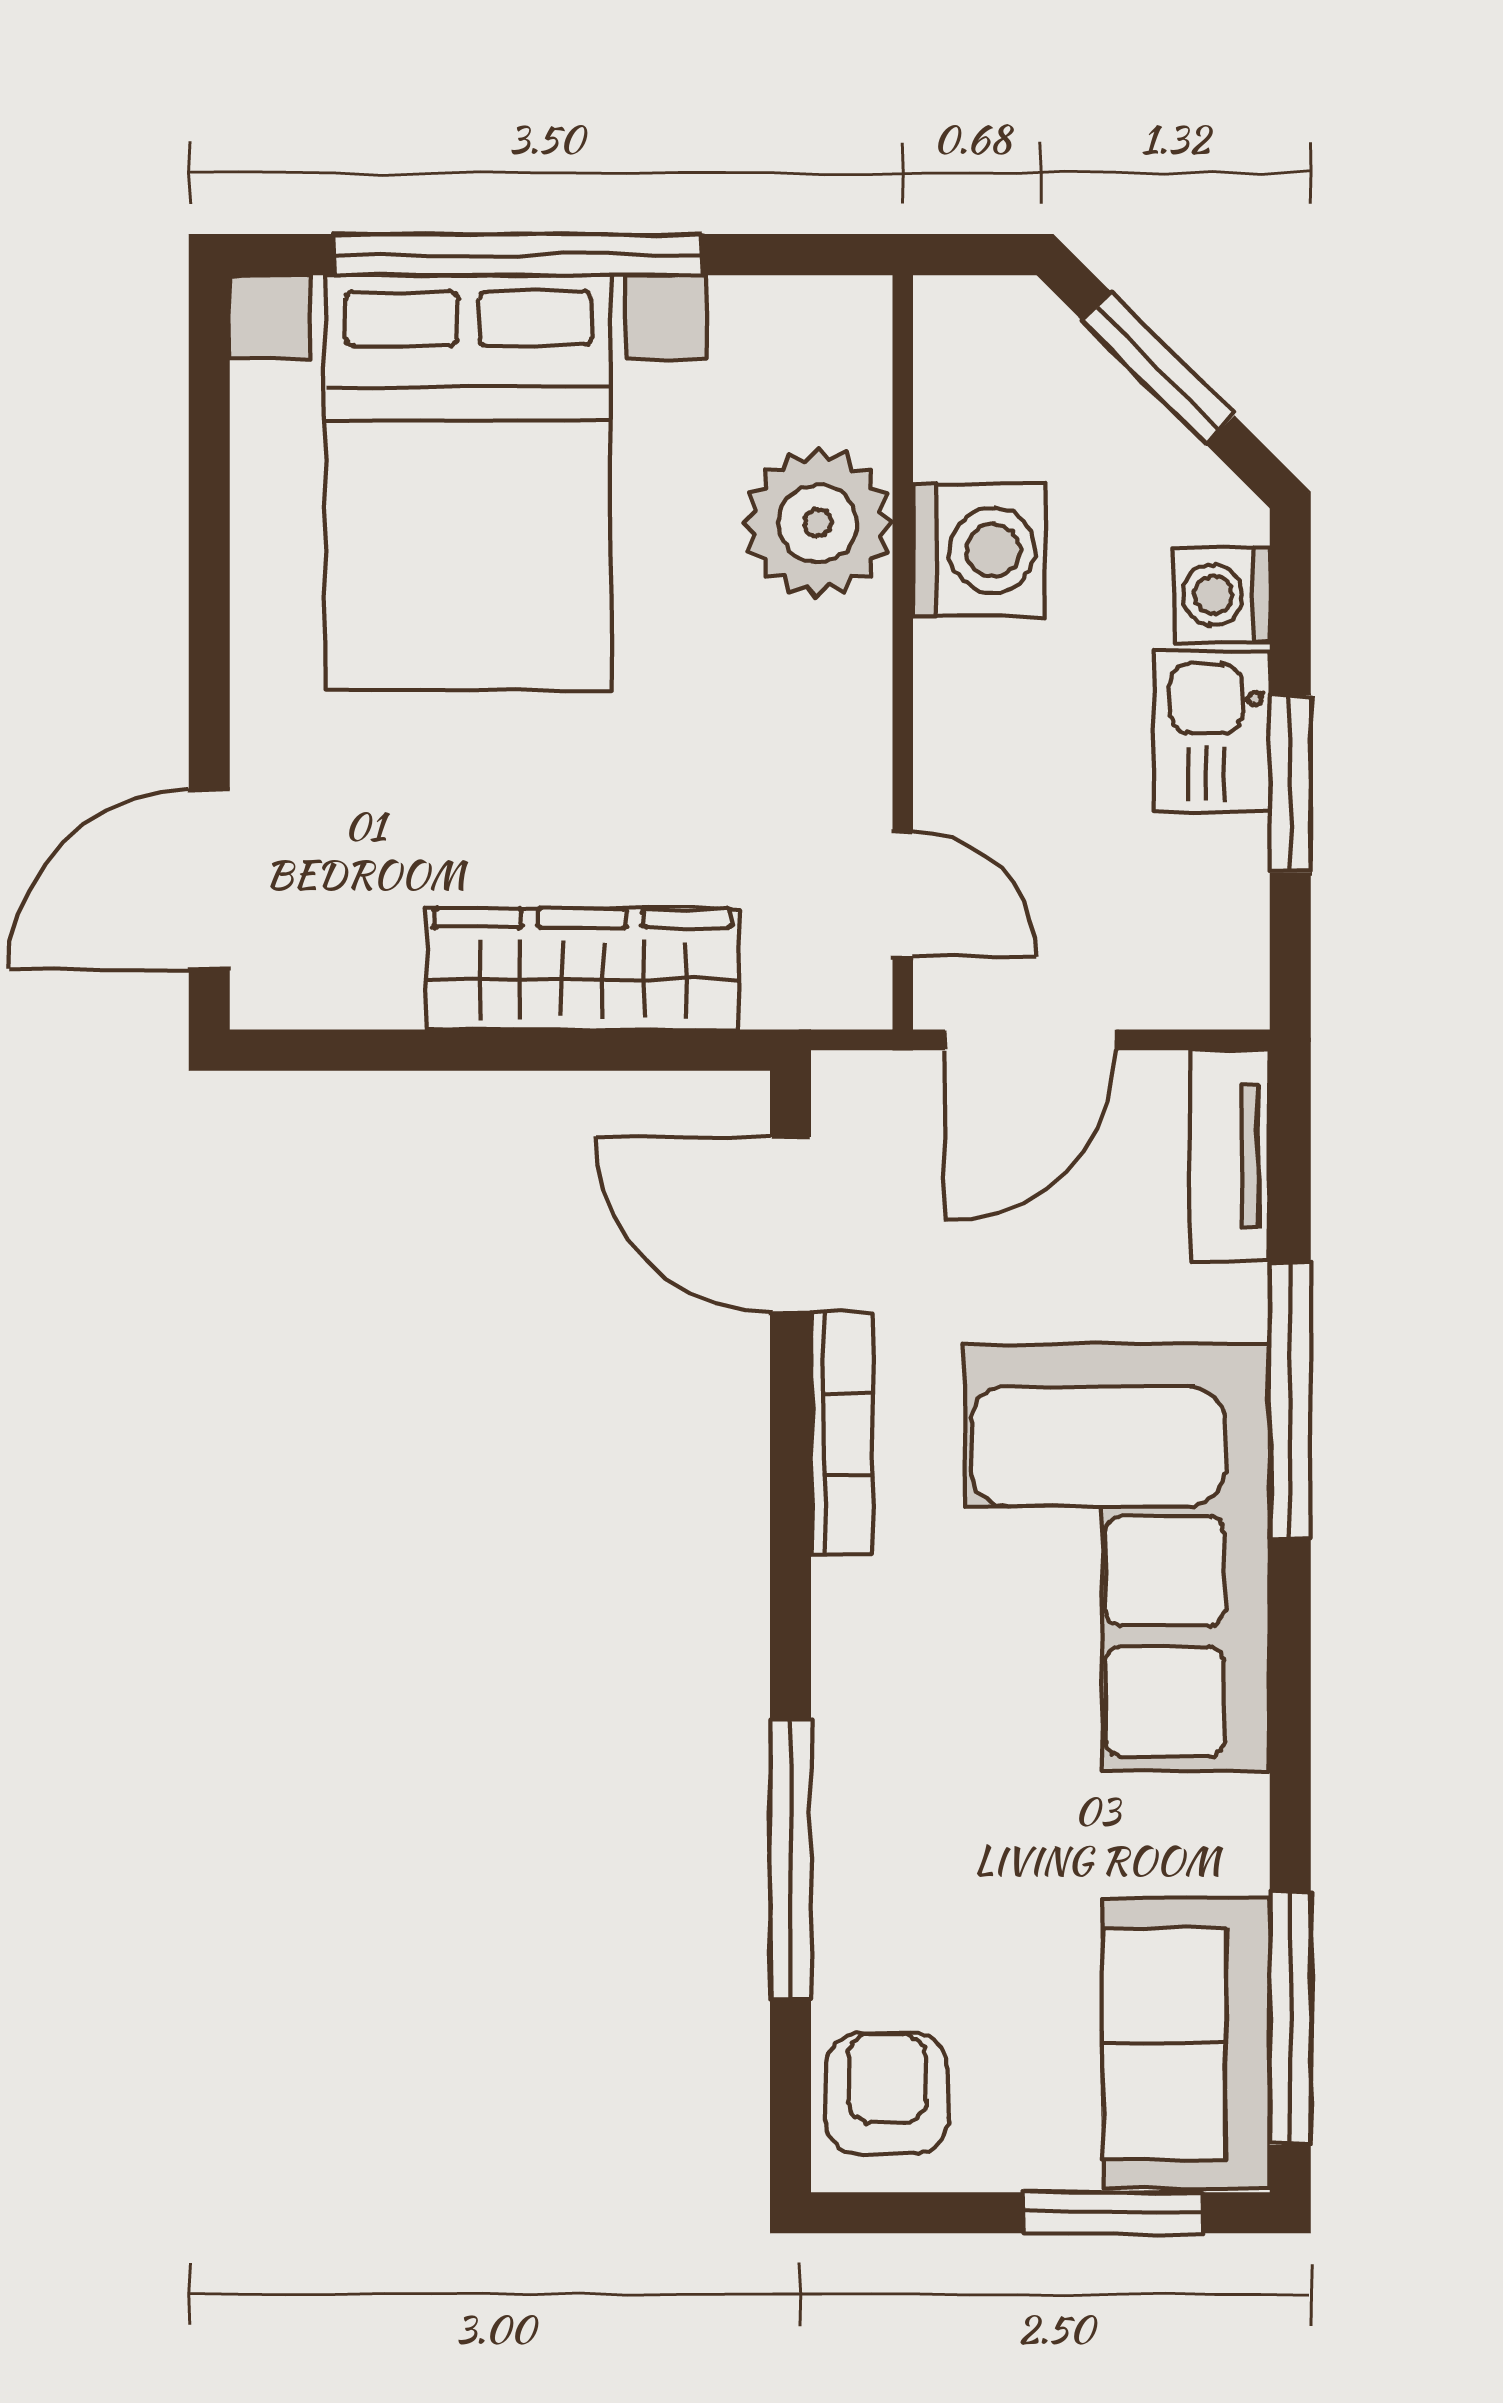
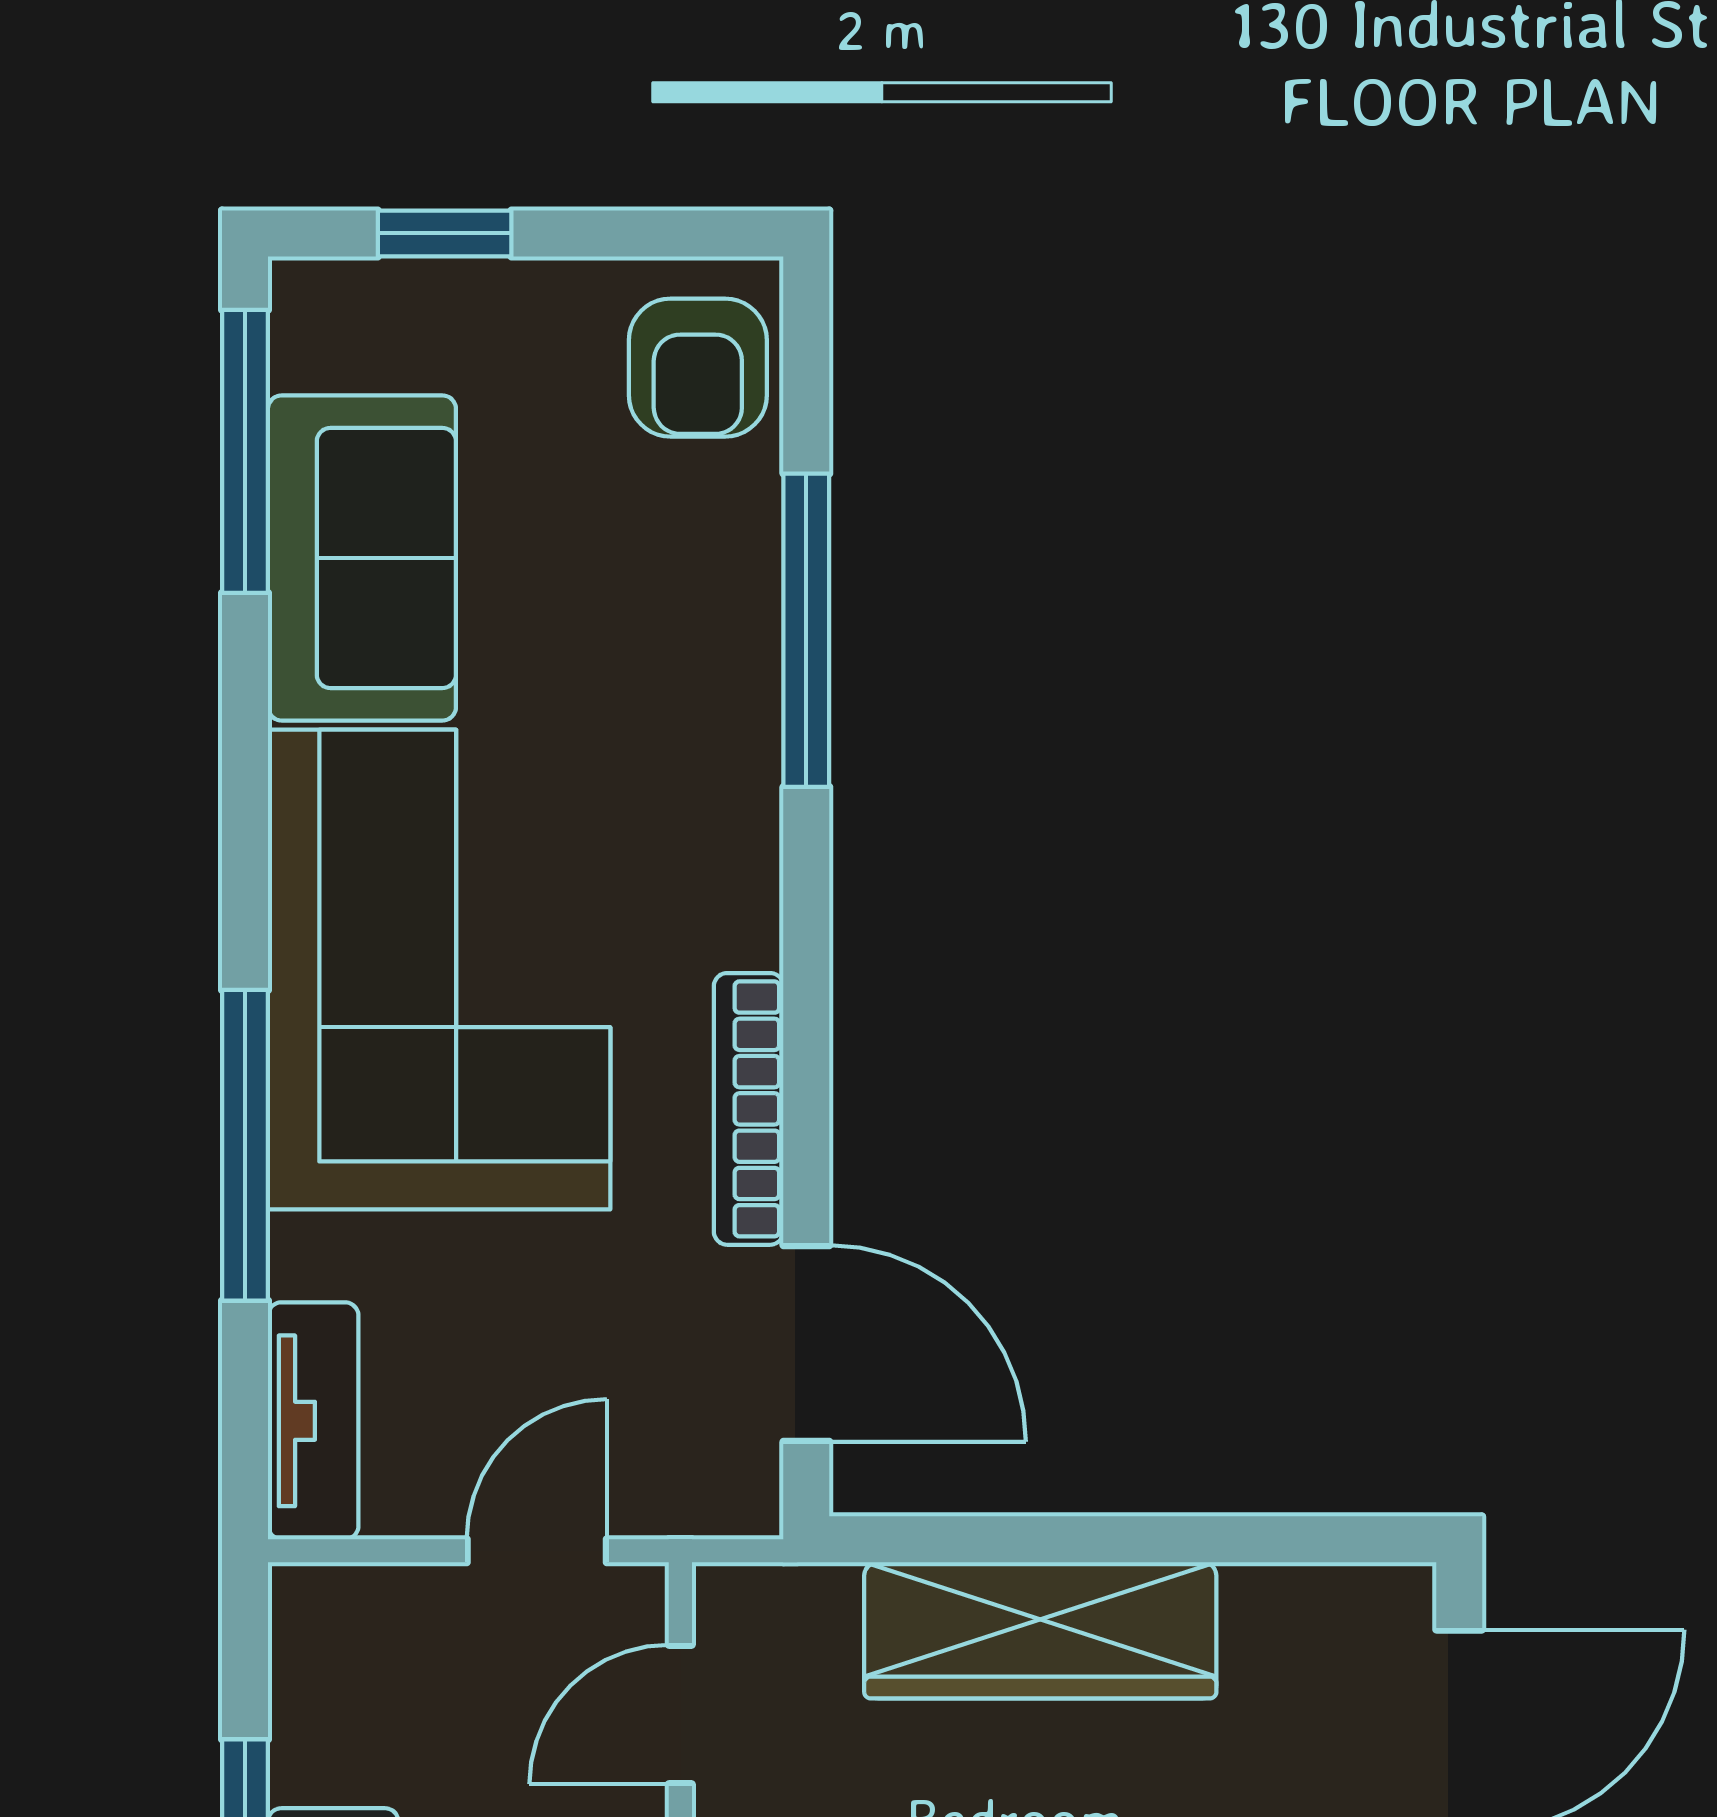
door: (903, 894) -> (680, 1714), hinge flipped
door: (1031, 1040) -> (537, 1551), width x0.73
sofa: (1186, 2043) -> (362, 558), moved
window: (1113, 2213) -> (445, 233), width x0.67

